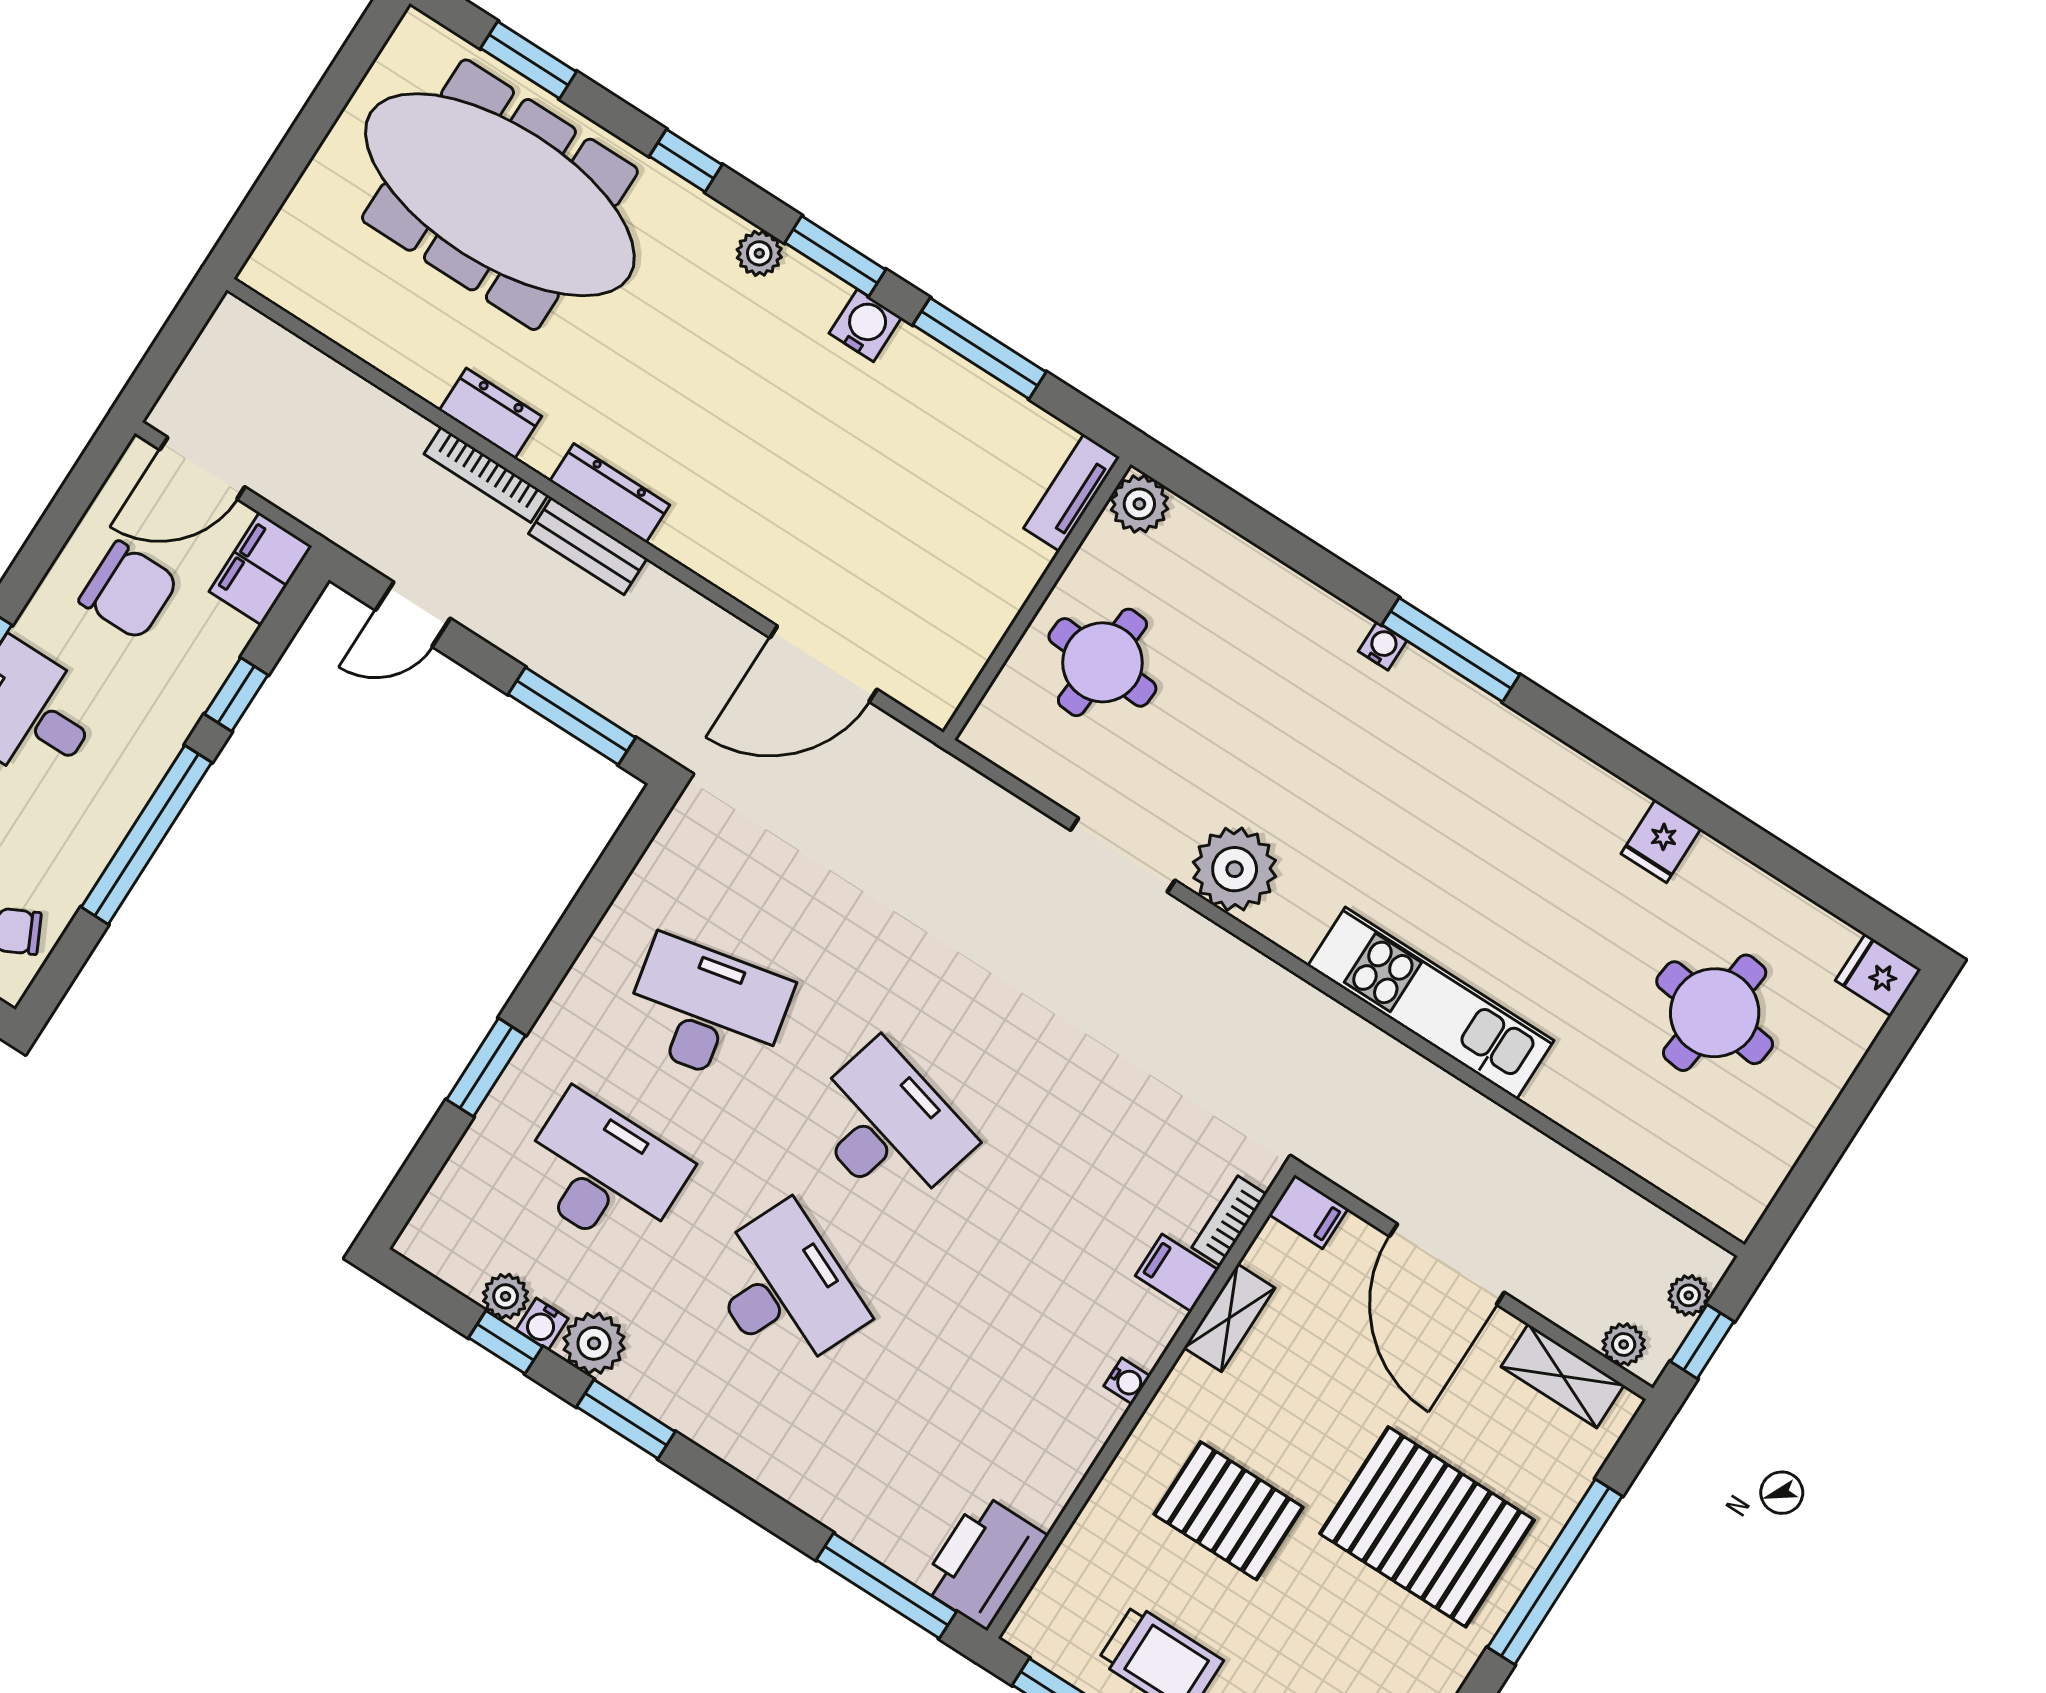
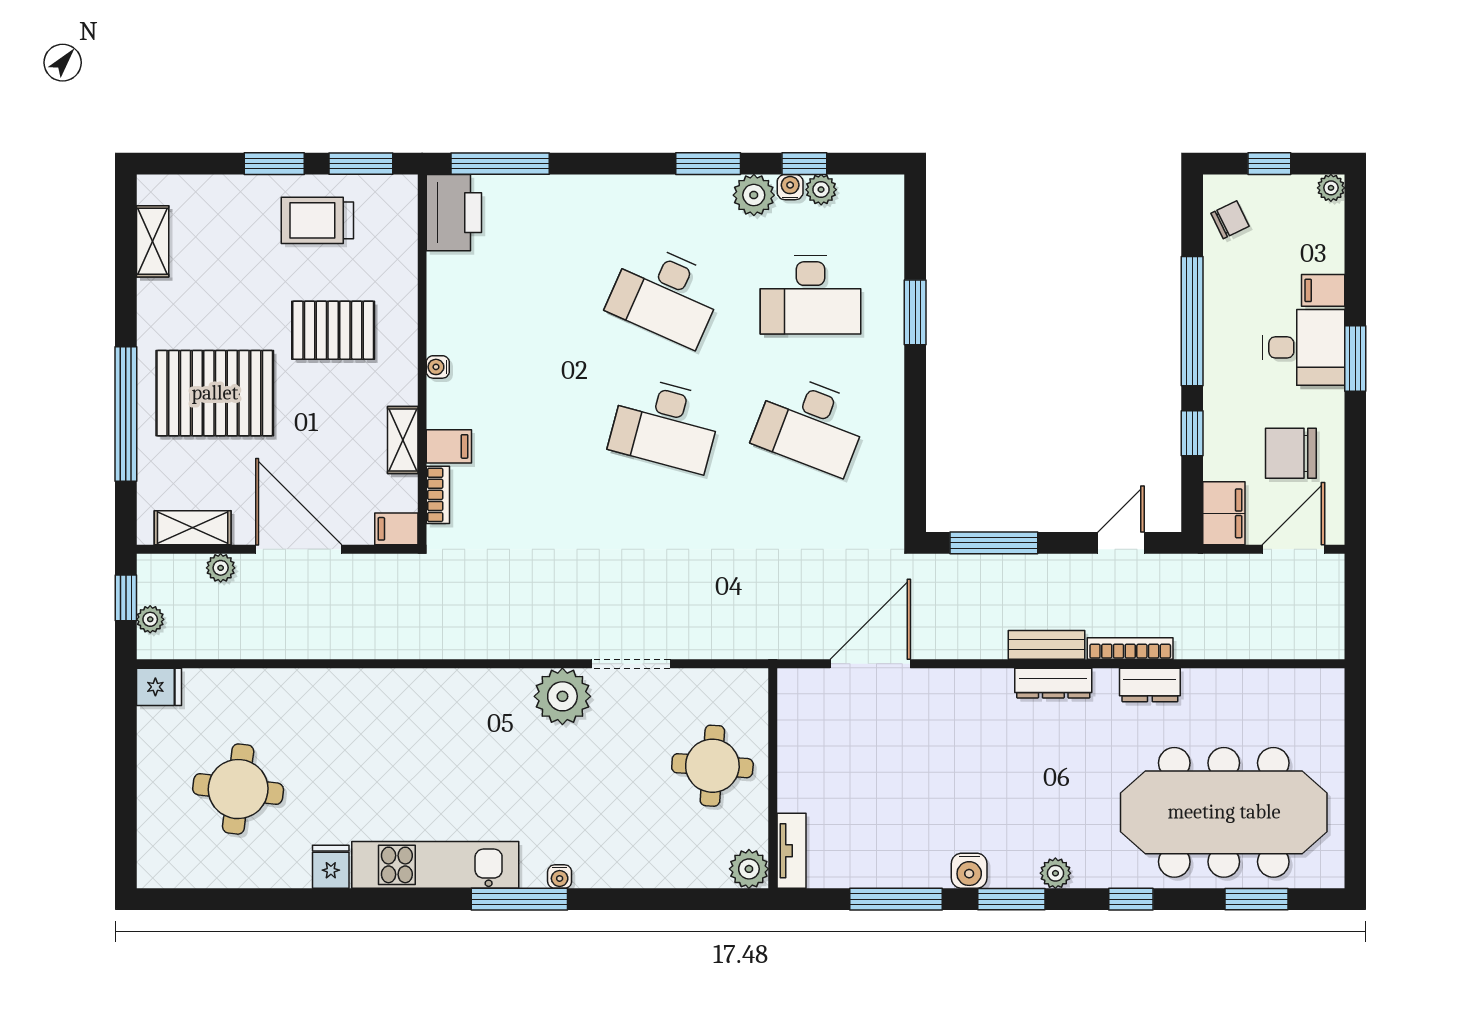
fridge: (1878, 975) -> (159, 687), moved
kitchen unit: (1431, 1003) -> (435, 865), moved, turned 180
desk: (707, 1011) -> (811, 424), turned 33
plant: (1624, 1344) -> (221, 568), moved

